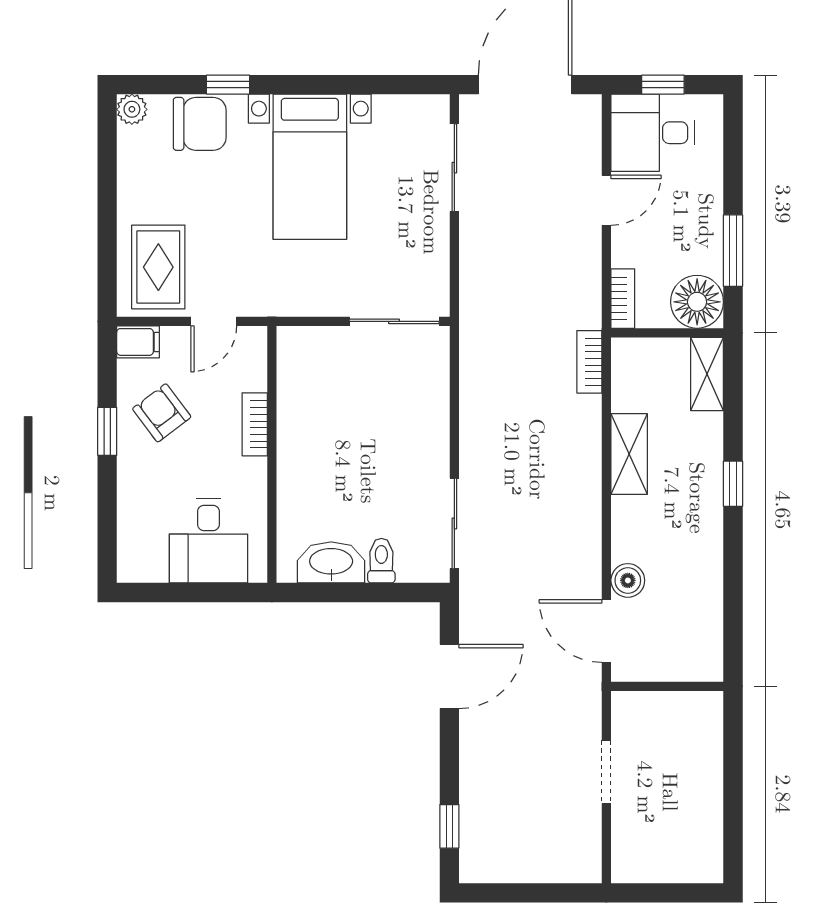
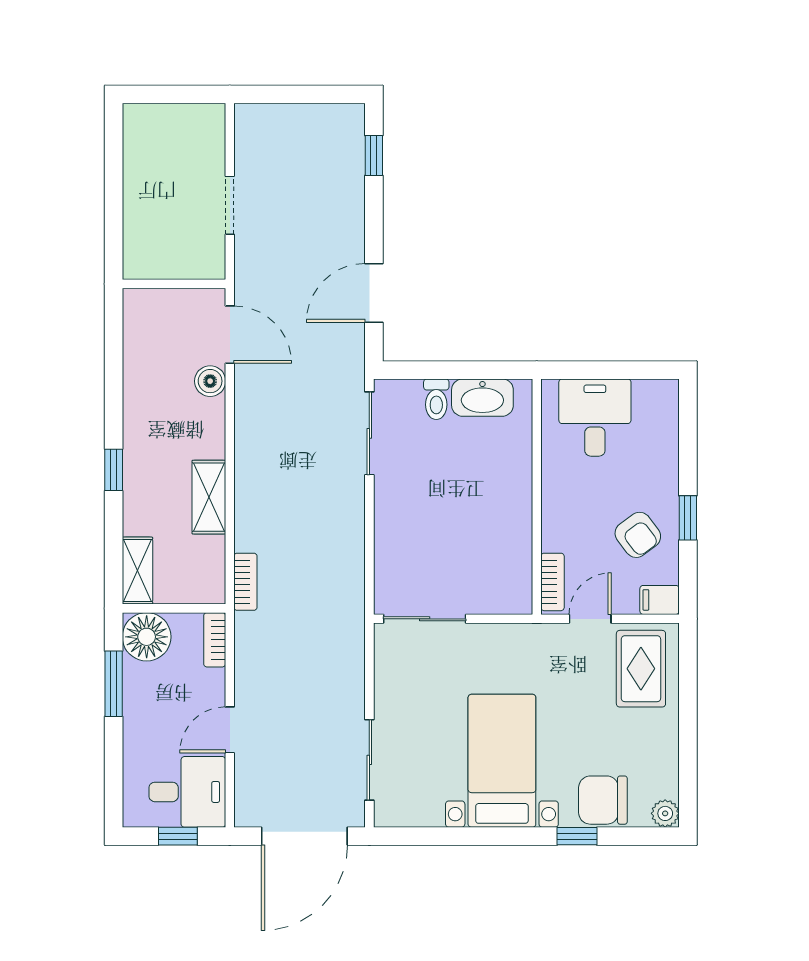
bookcase: (255, 424) -> (553, 582), moved

